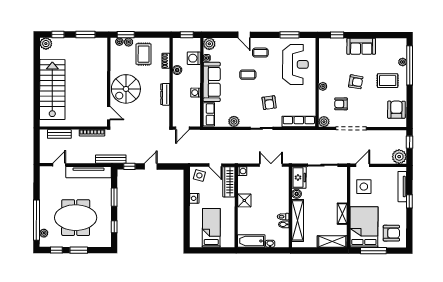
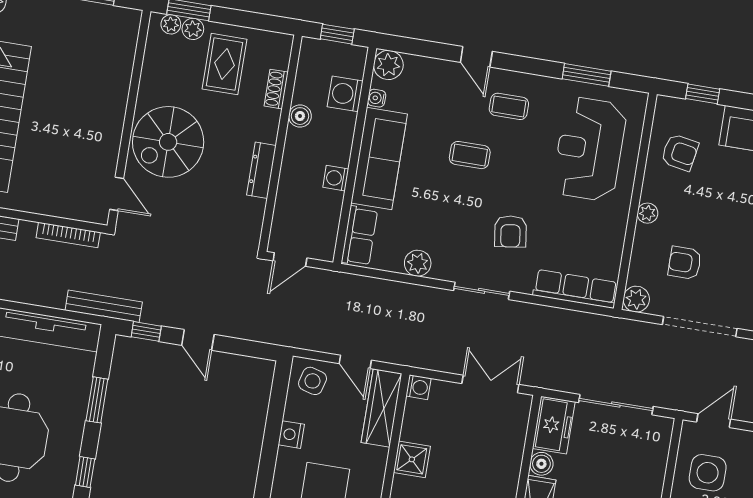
reception desk: (295, 64) -> (590, 149), turned 180
armchair: (356, 82) -> (680, 152), moved
door: (151, 166) -> (198, 340), swing flipped

